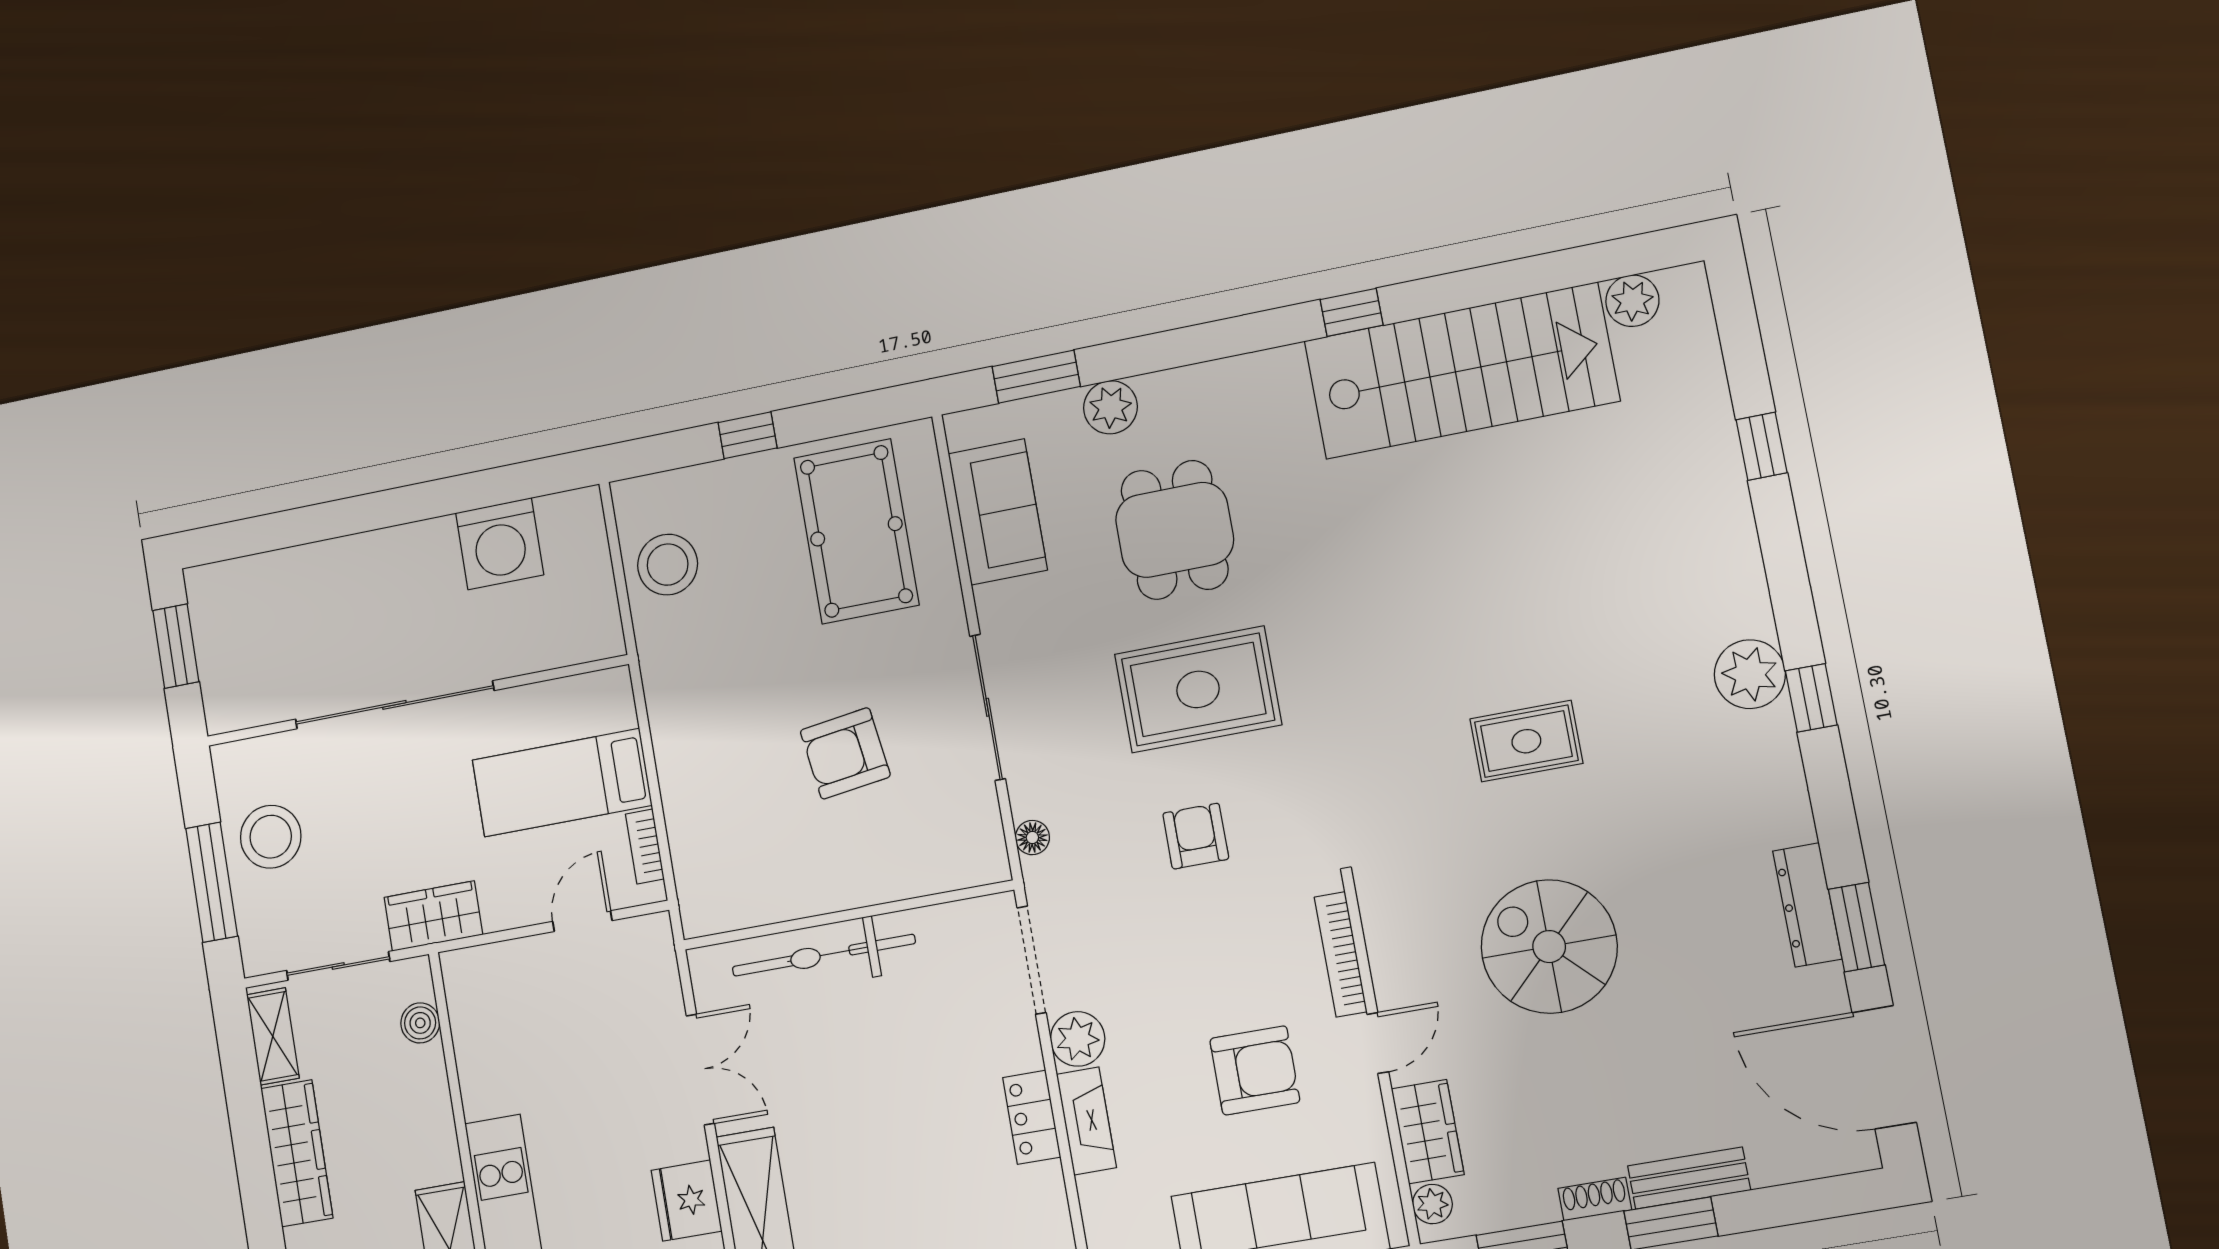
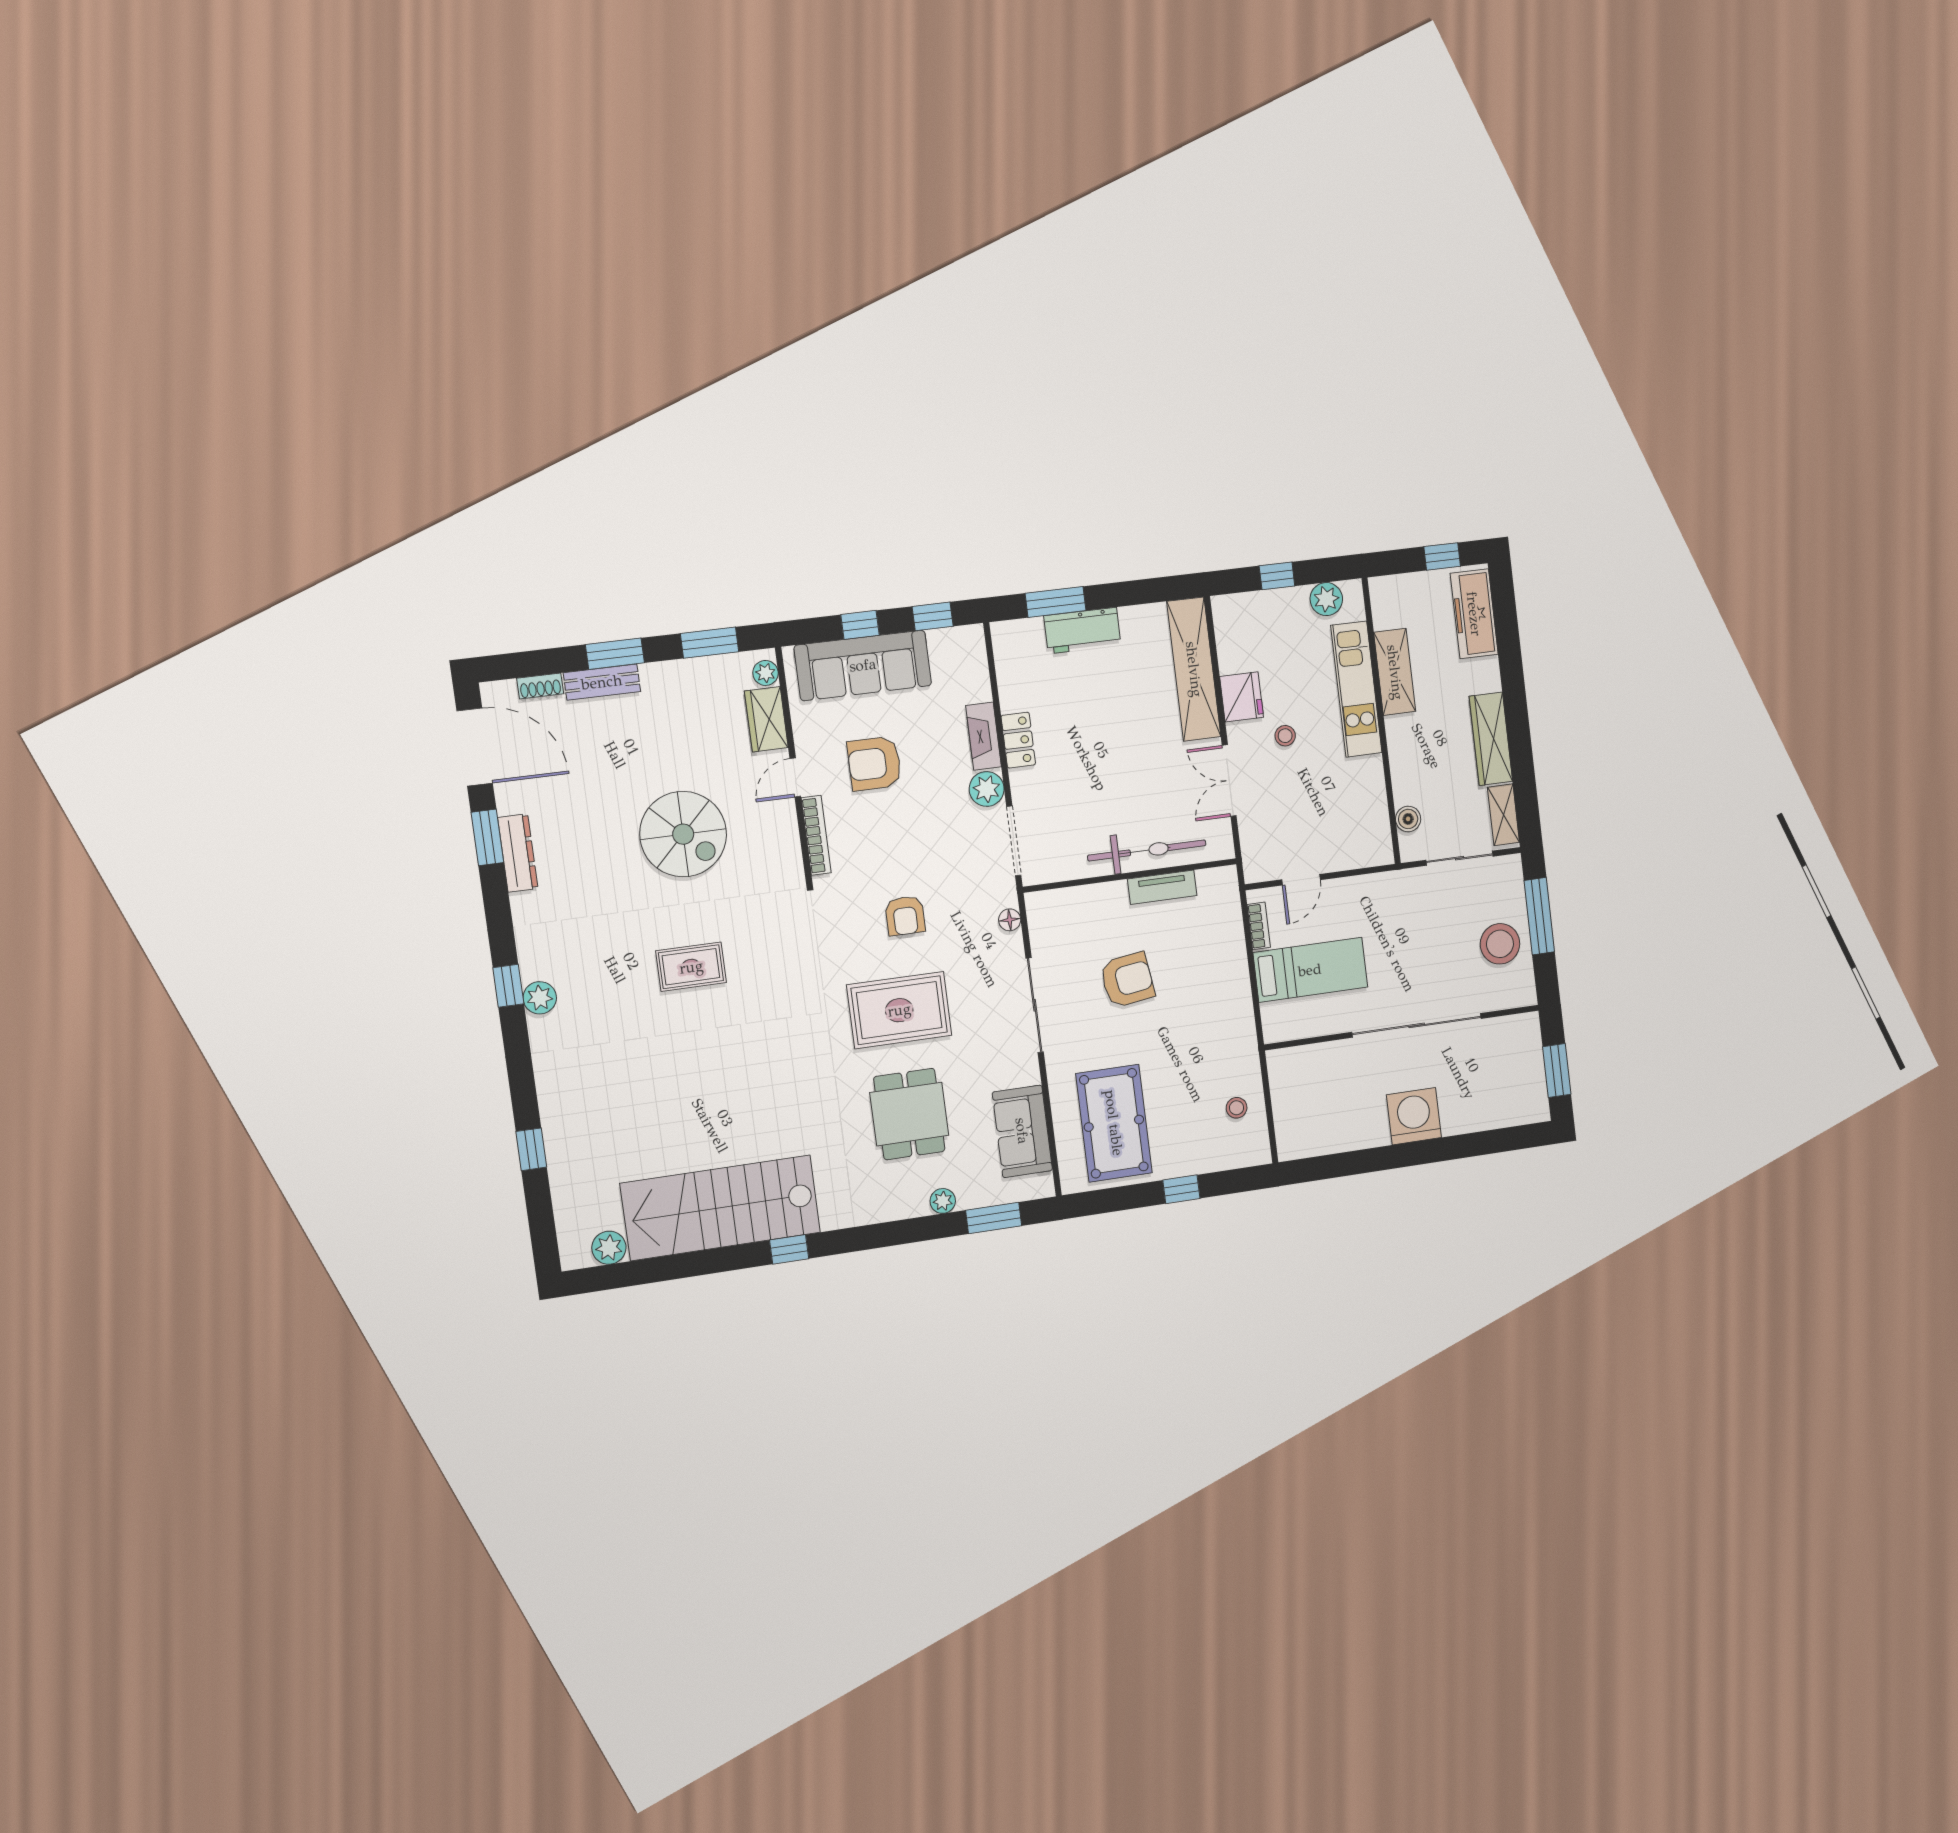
plant: (1110, 407) -> (943, 1201), width x0.73, depth x0.73
washing machine: (500, 544) -> (1414, 1116), moved
stool: (668, 565) -> (1237, 1108), width x0.53, depth x0.53
plant: (1750, 674) -> (540, 998), width x0.73, depth x0.73
tv unit: (797, 899) -> (1162, 887), added
wardrobe: (433, 916) -> (1397, 888), removed
stool: (616, 1143) -> (1285, 736), added
shoe rack: (1595, 1199) -> (540, 686), moved

